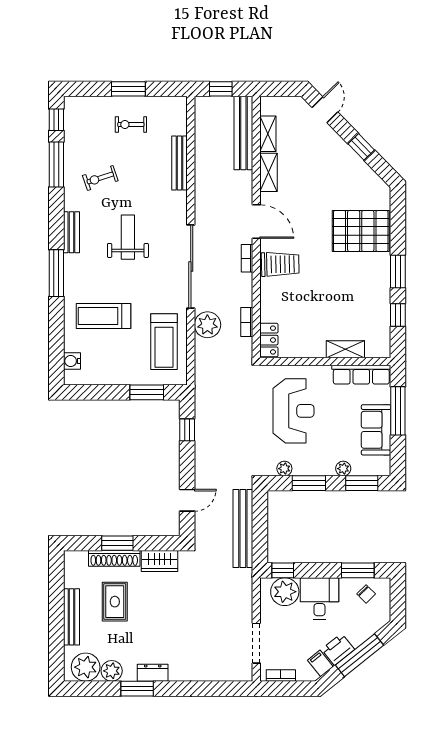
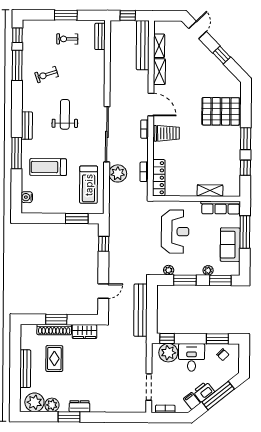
bench: (180, 163) -> (100, 36), moved, width x0.73
bench: (71, 232) -> (27, 126), moved
window: (56, 273) -> (17, 153), moved
locker: (269, 340) -> (159, 178), width x1.53

